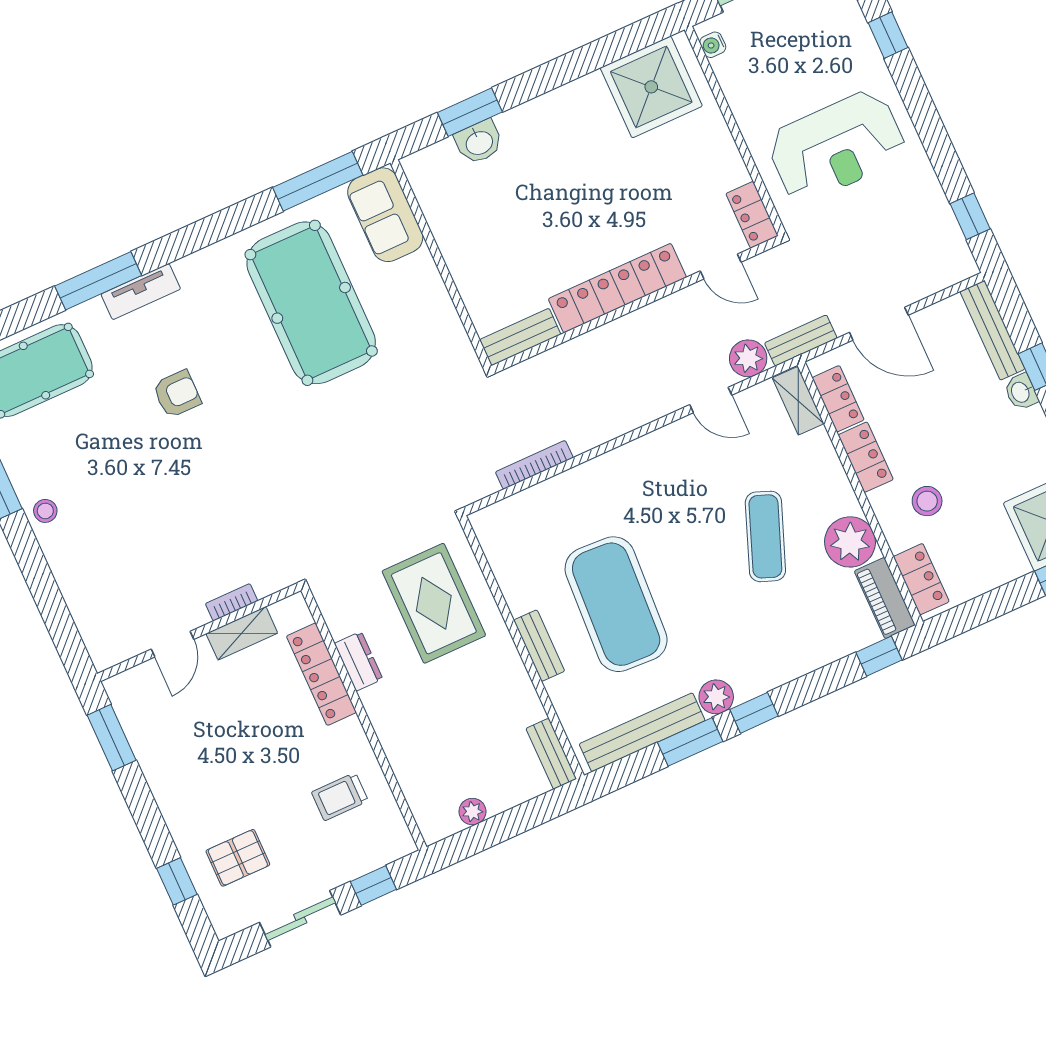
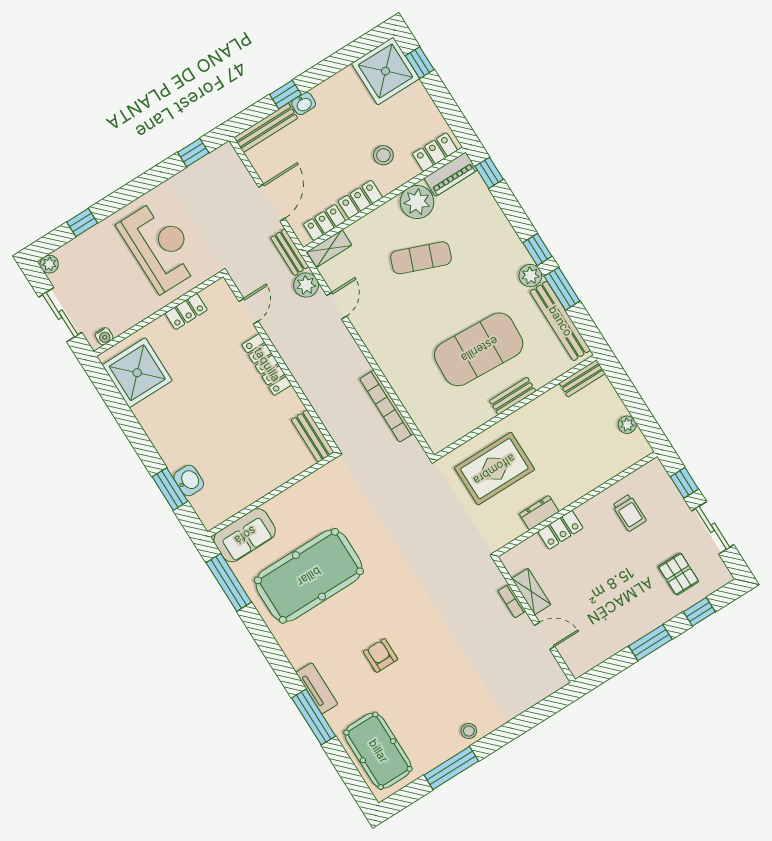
locker: (752, 215) -> (186, 311), moved
locker: (617, 288) -> (267, 365), width x0.71, depth x0.83
bookcase: (534, 465) -> (387, 406), width x1.48, depth x1.31
locker: (321, 674) -> (560, 530), width x0.66
window: (112, 738) -> (650, 643), moved

